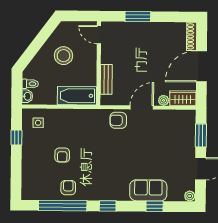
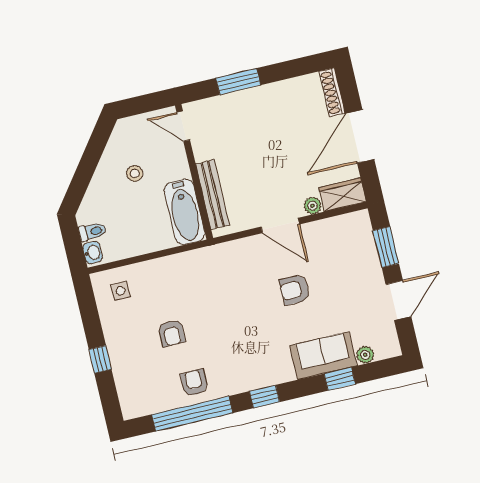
stool: (63, 56) -> (135, 173), width x0.53, depth x0.53
bench: (106, 79) -> (212, 195), width x1.36
bathtub: (77, 96) -> (185, 212), moved, turned -90
door: (142, 107) -> (280, 225), swing flipped
armchair: (118, 120) -> (295, 290), moved
window: (16, 138) -> (100, 359), moved
plant: (190, 196) -> (365, 355), moved

